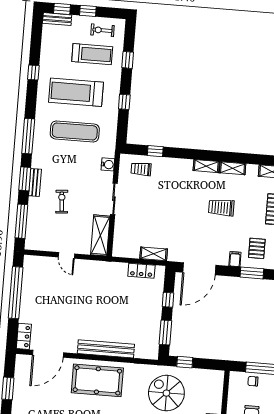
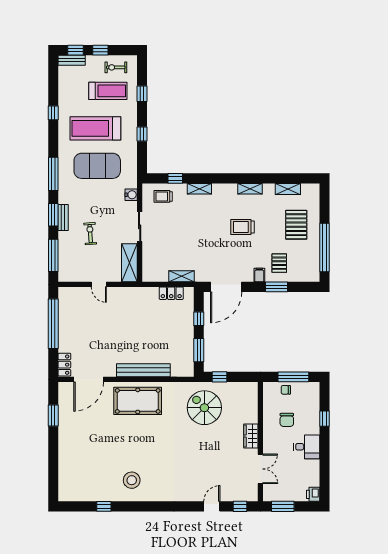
exercise mat: (75, 131) -> (97, 166), width x1.47
shelving: (206, 166) -> (199, 189), moved

